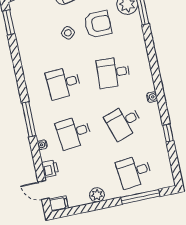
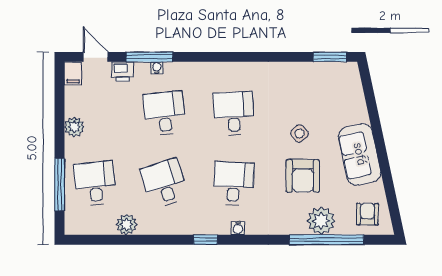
water cooler: (152, 97) -> (238, 228), moved
window: (29, 119) -> (149, 57), moved
window: (168, 133) -> (206, 240), moved
plant: (159, 143) -> (126, 224), added
door: (44, 190) -> (96, 57), hinge flipped

